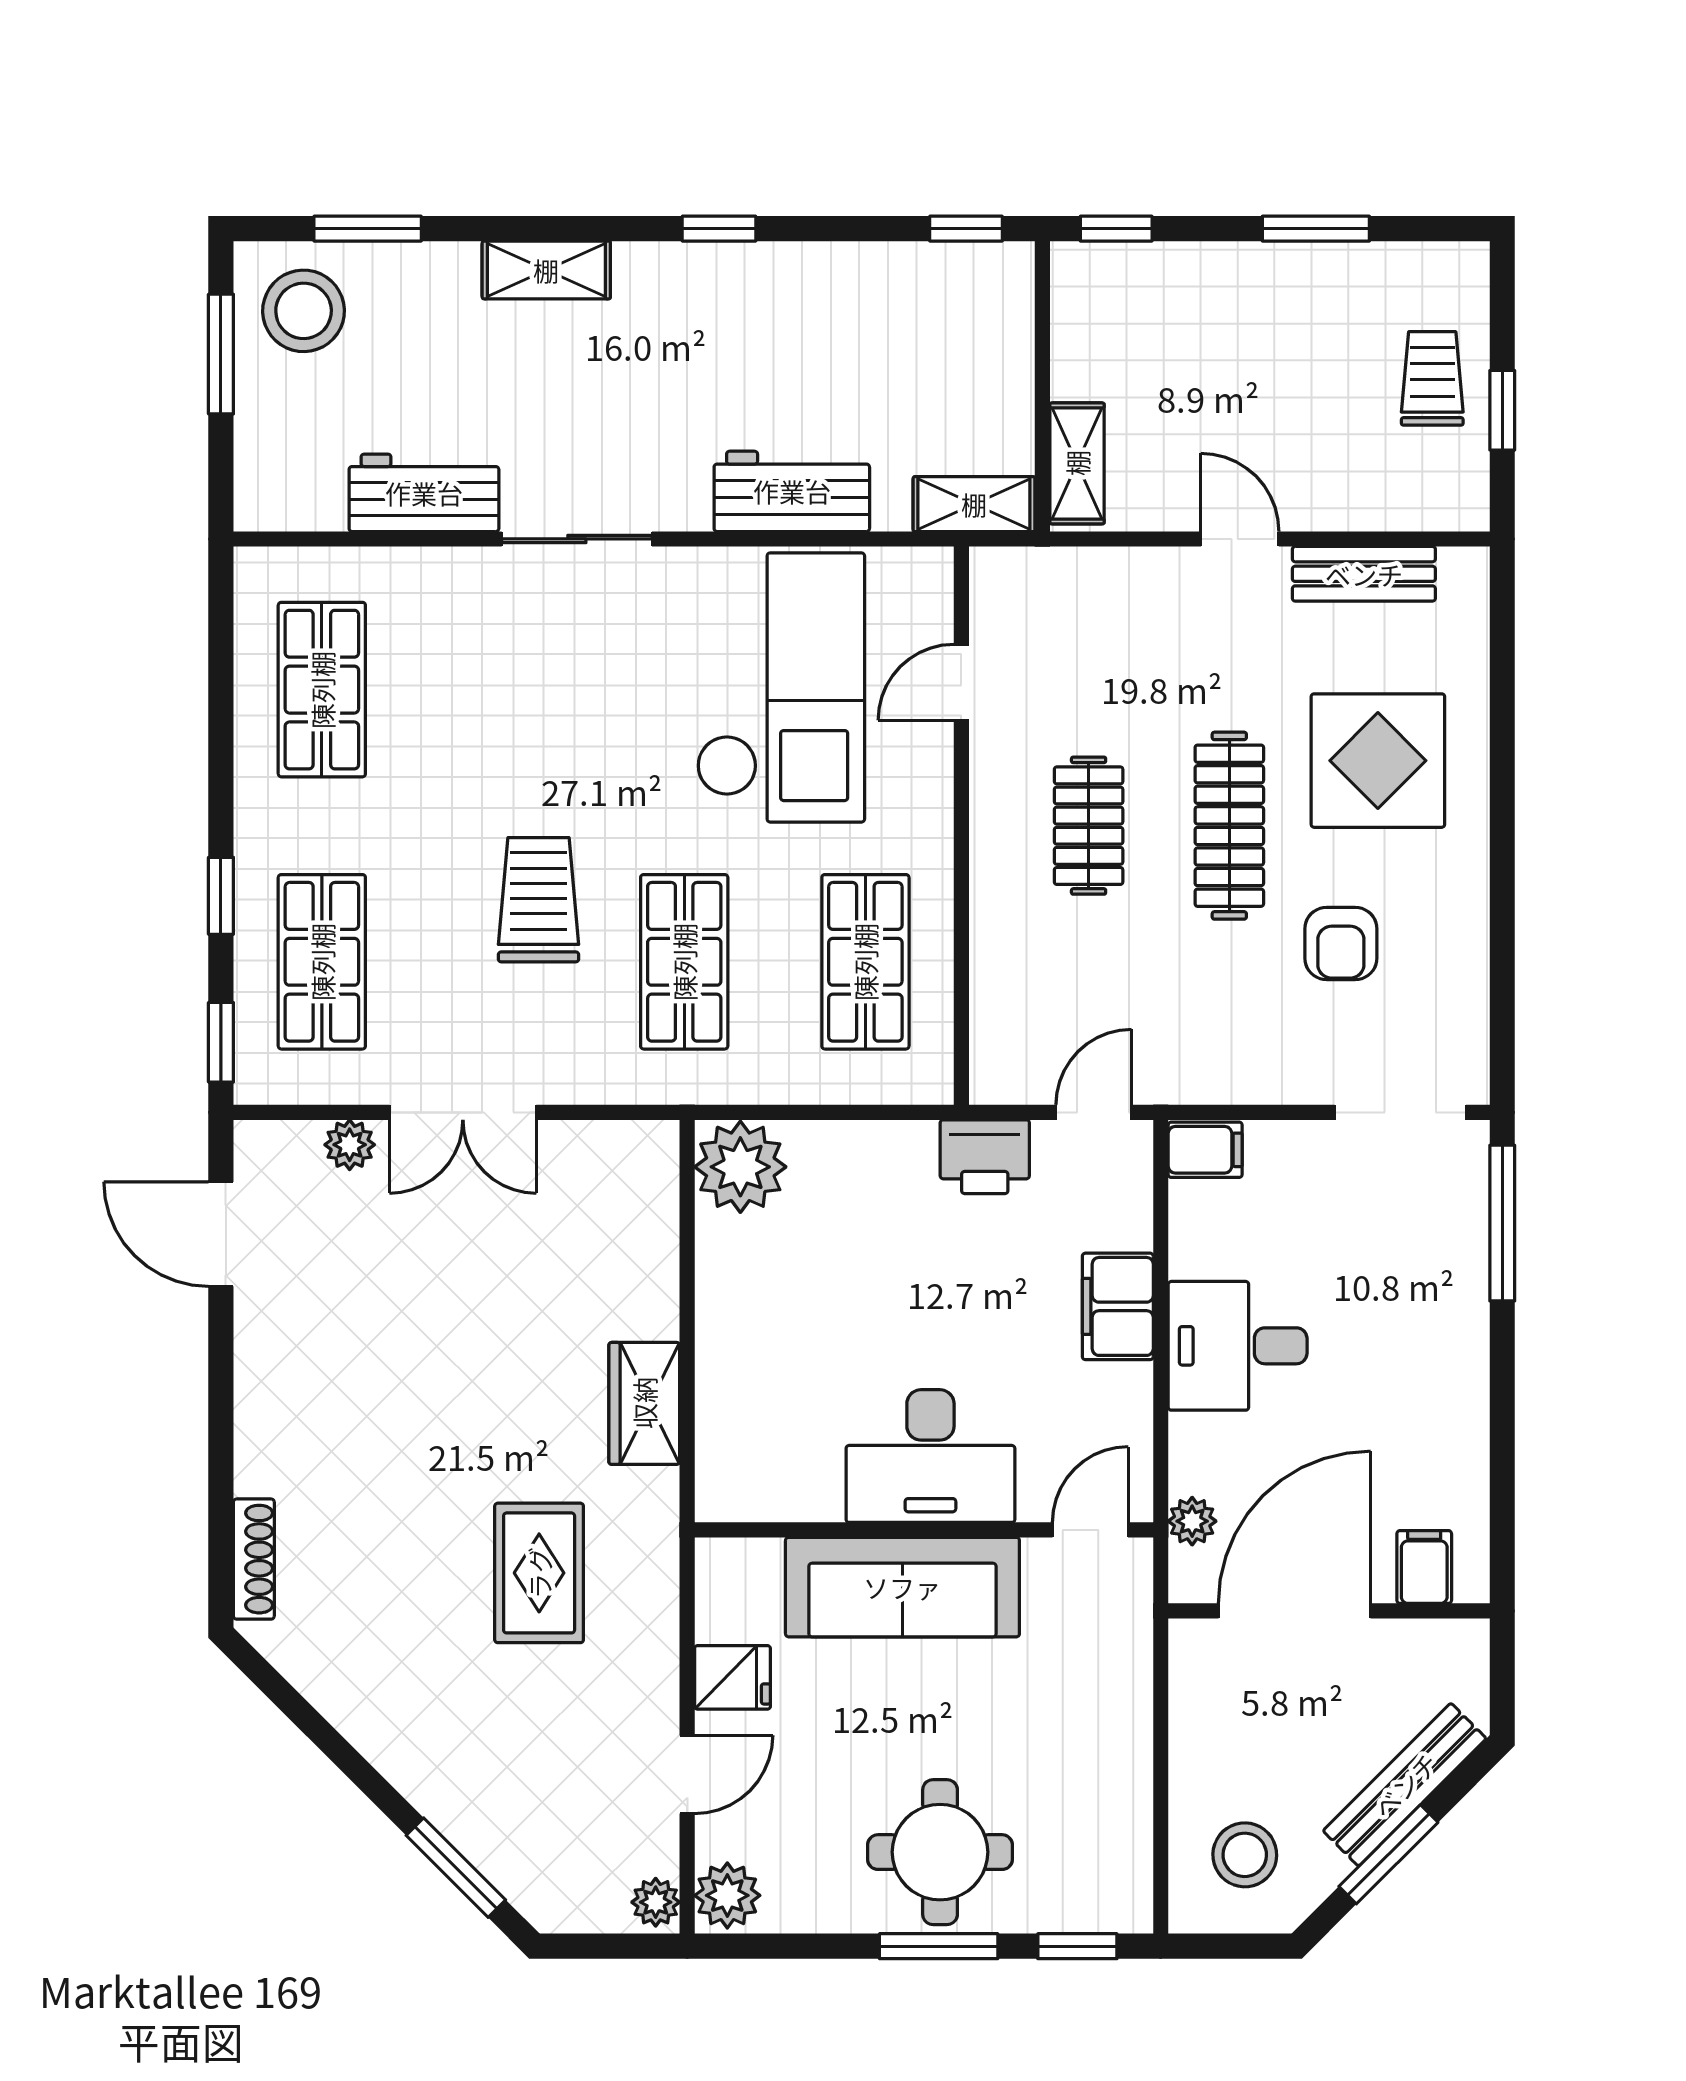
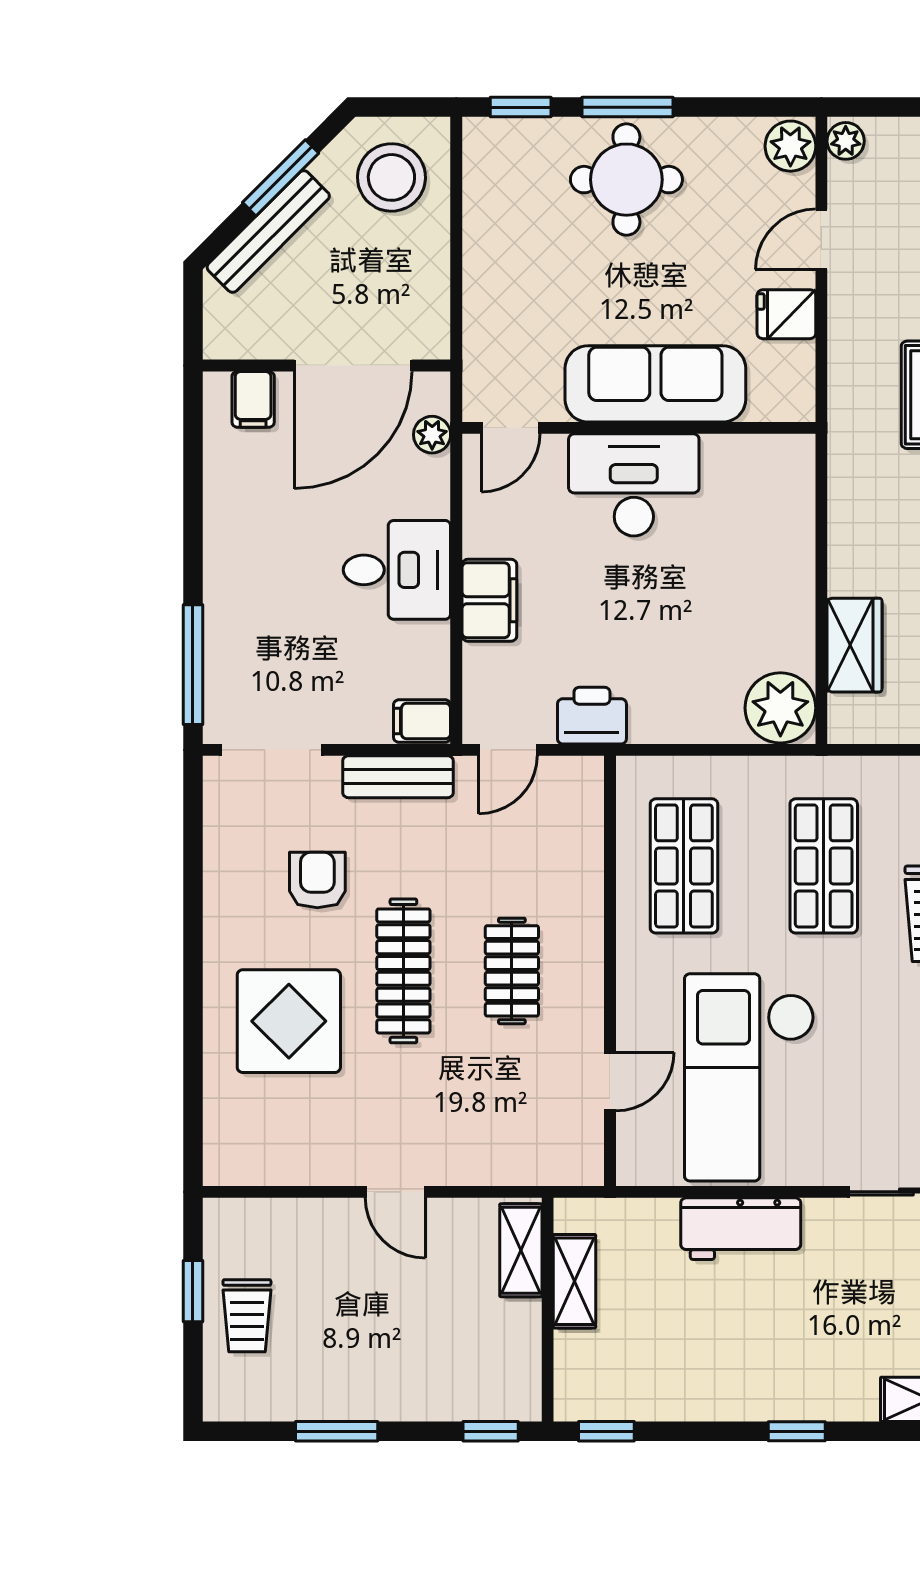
shelving: (974, 504) -> (574, 1281), moved, turned 90
bench: (1364, 574) -> (398, 777), moved
wardrobe: (644, 1403) -> (854, 645), moved
stool: (1245, 1855) -> (391, 177), width x1.38, depth x1.38

